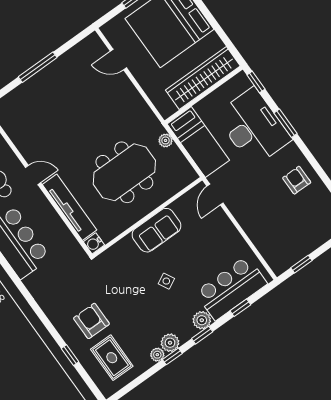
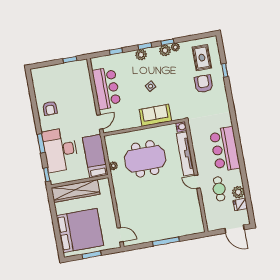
door: (118, 60) -> (120, 235), moved
sofa: (156, 230) -> (155, 115), moved
bar counter: (231, 288) -> (106, 88), moved, turned -90
armchair: (91, 321) -> (203, 84), turned 180

